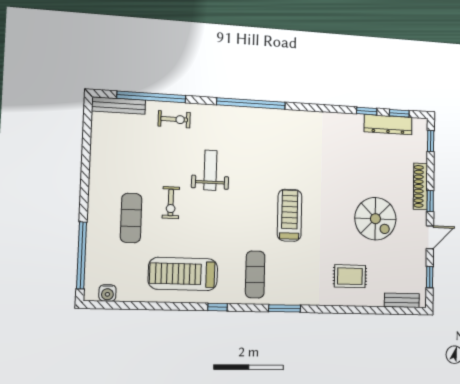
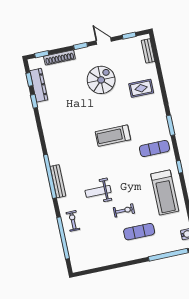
bench: (119, 106) -> (58, 181), moved
shoe rack: (420, 186) -> (59, 57), moved
rug: (350, 276) -> (141, 88), turned 90

